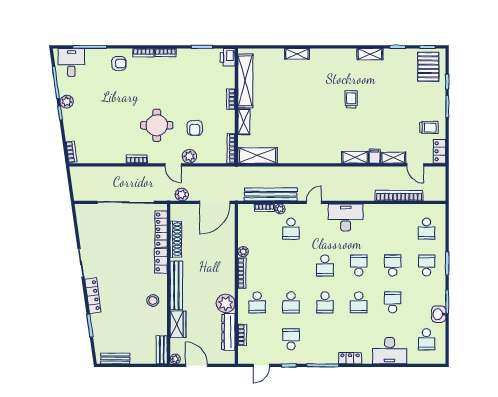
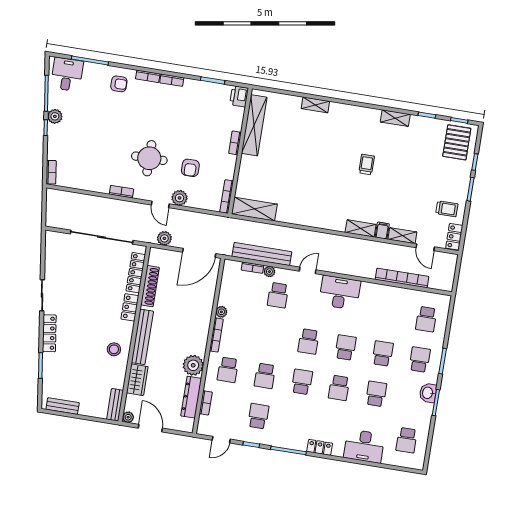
shelving: (244, 122) -> (245, 170), removed
school desk: (325, 302) -> (302, 382), turned 180
washbasin: (439, 314) -> (428, 393), moved

